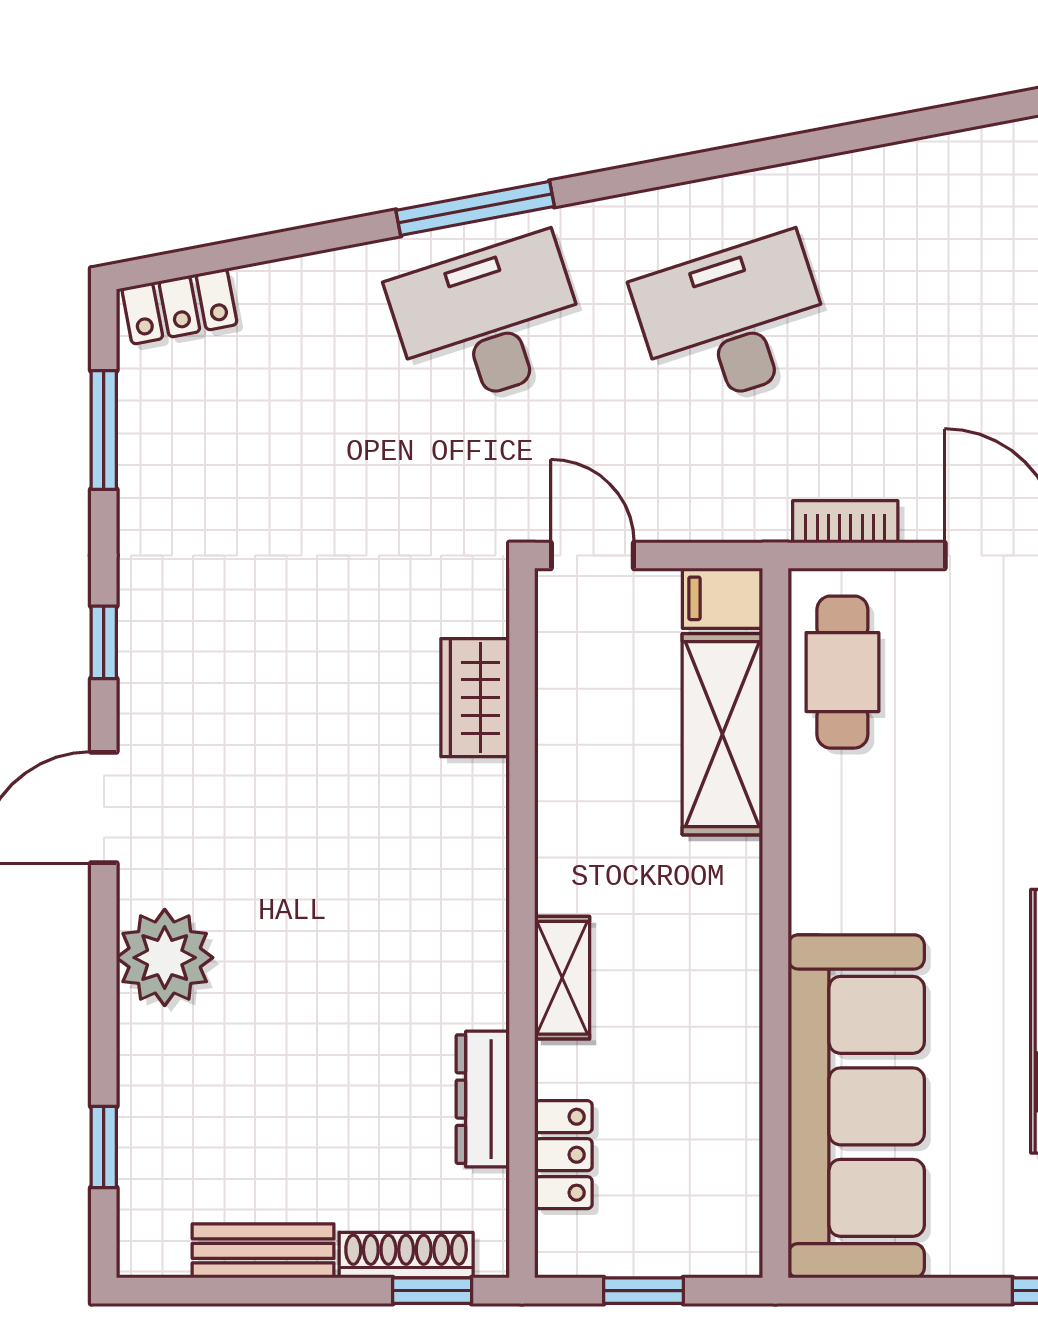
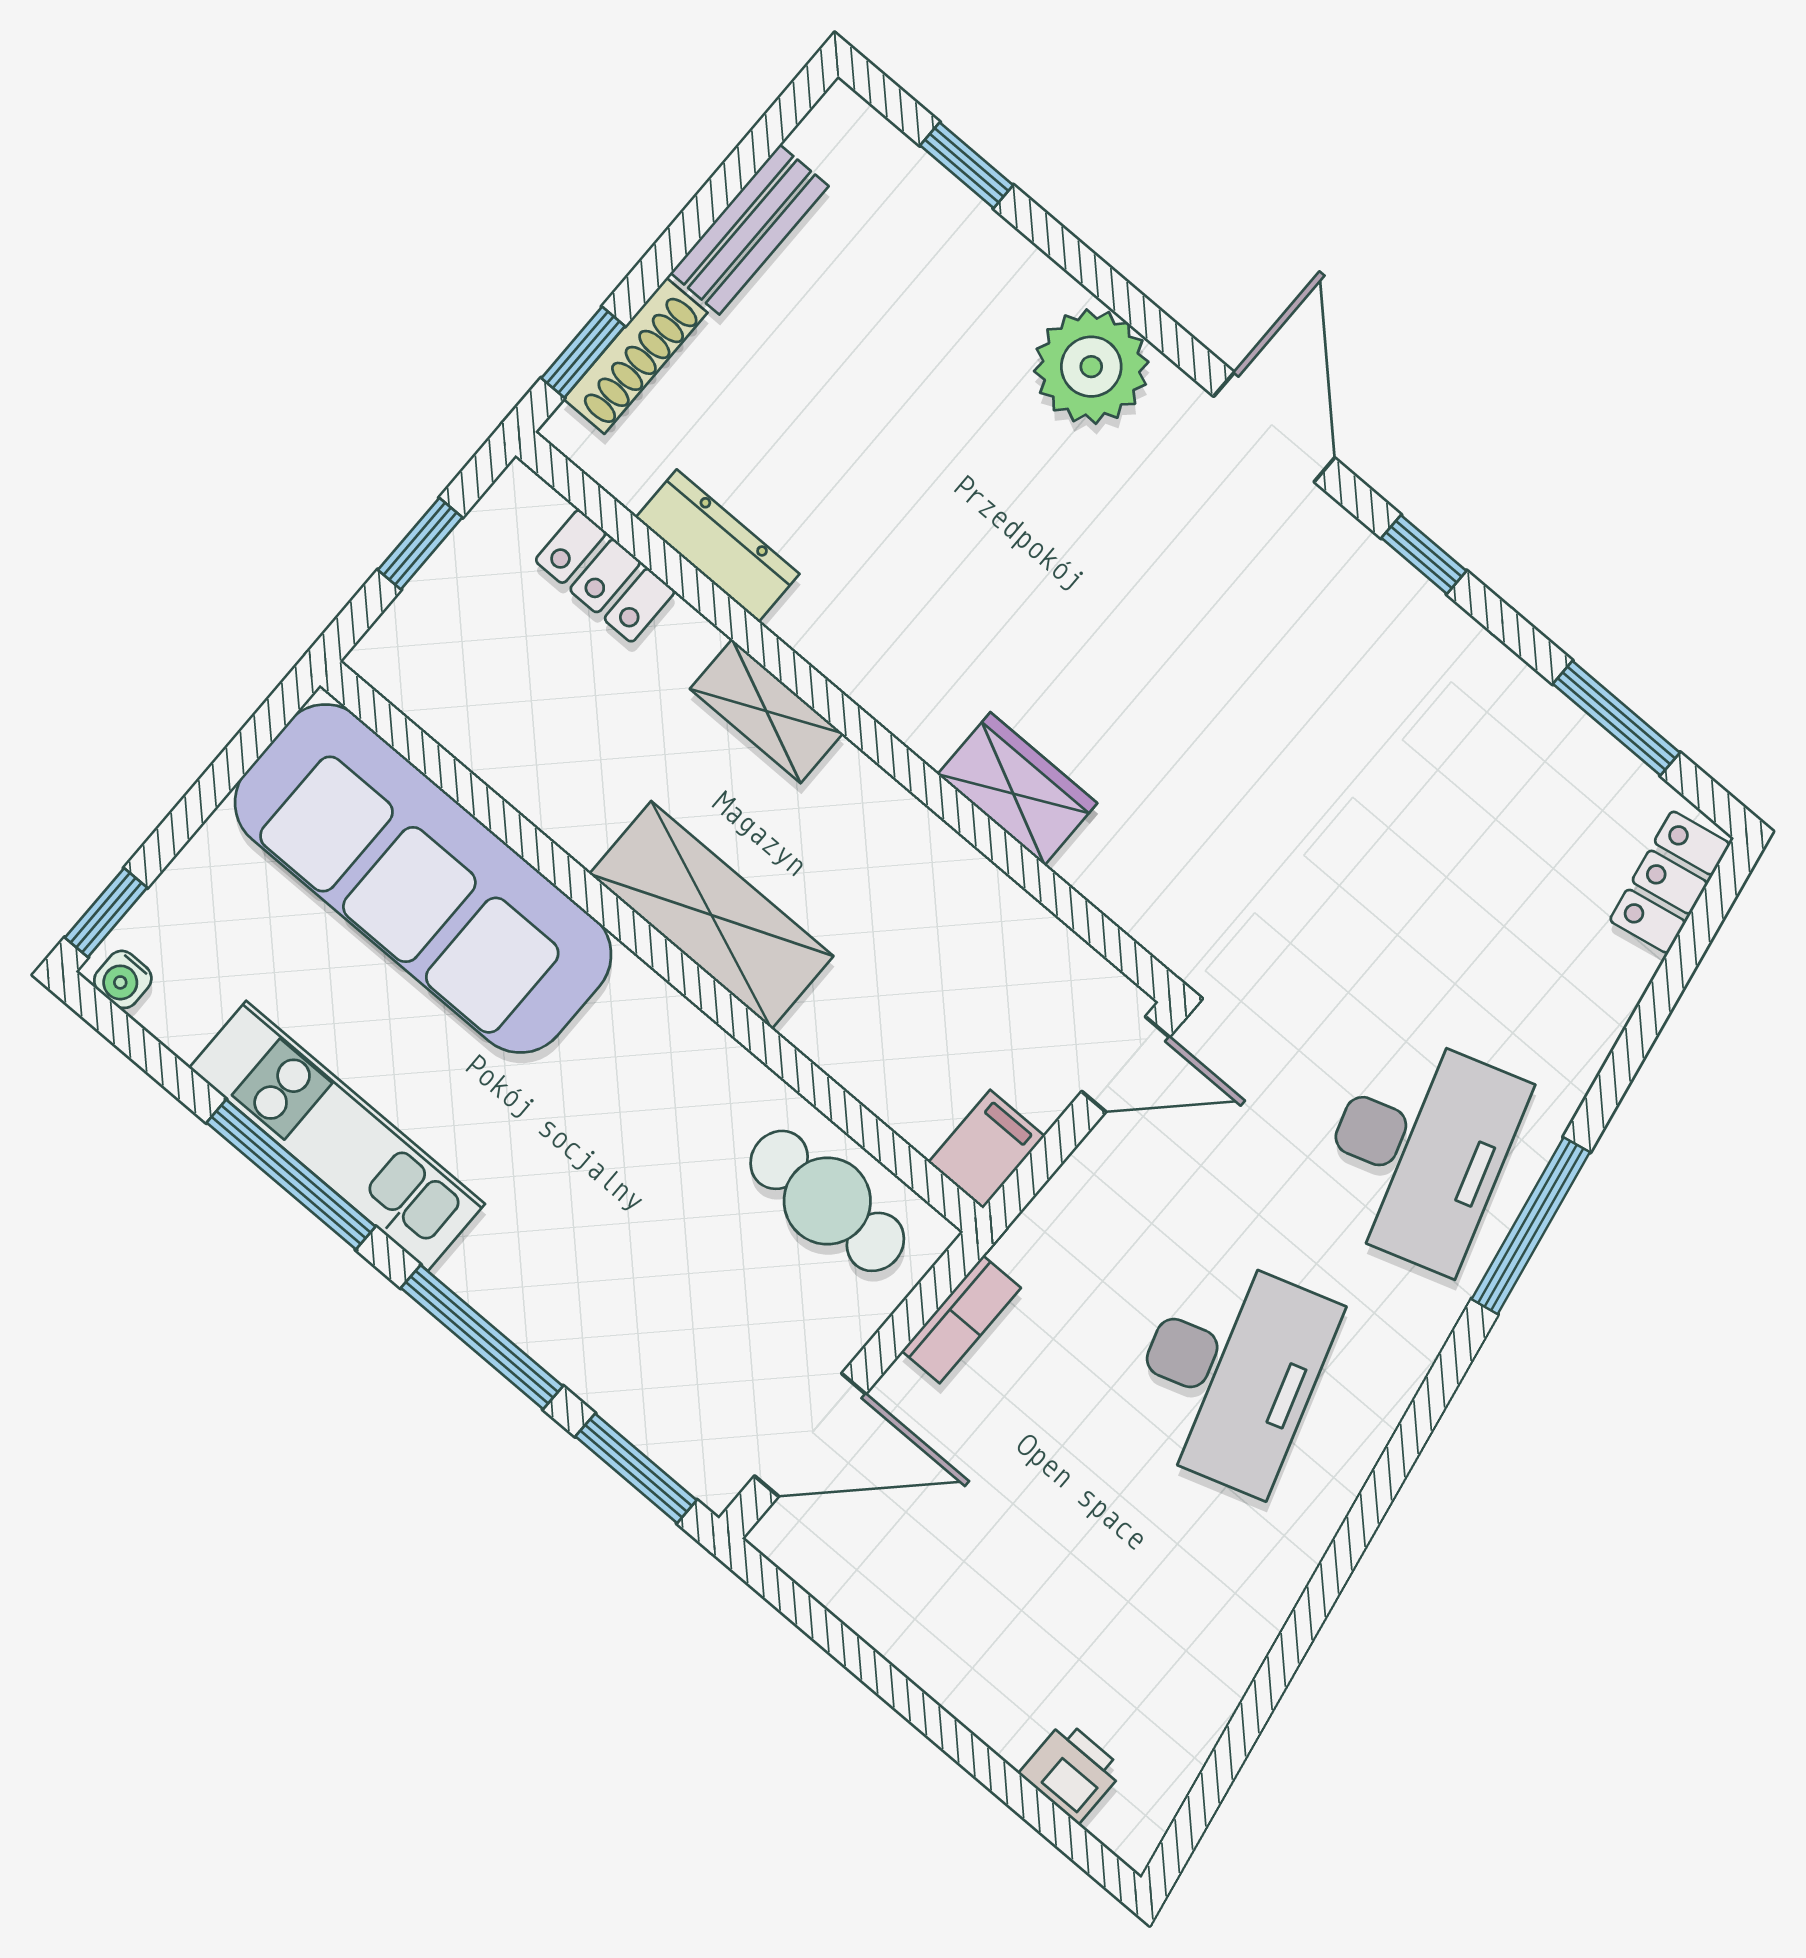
wardrobe: (475, 698) -> (1017, 789), moved
shelving: (722, 734) -> (711, 915), moved

